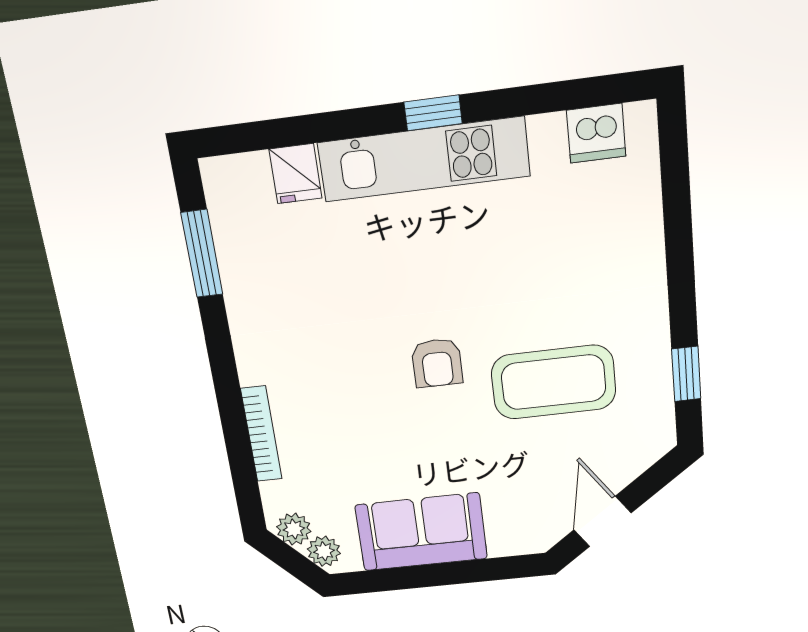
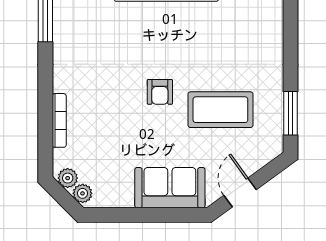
window: (686, 374) -> (291, 113), width x1.50
sofa: (421, 532) -> (170, 188), moved

